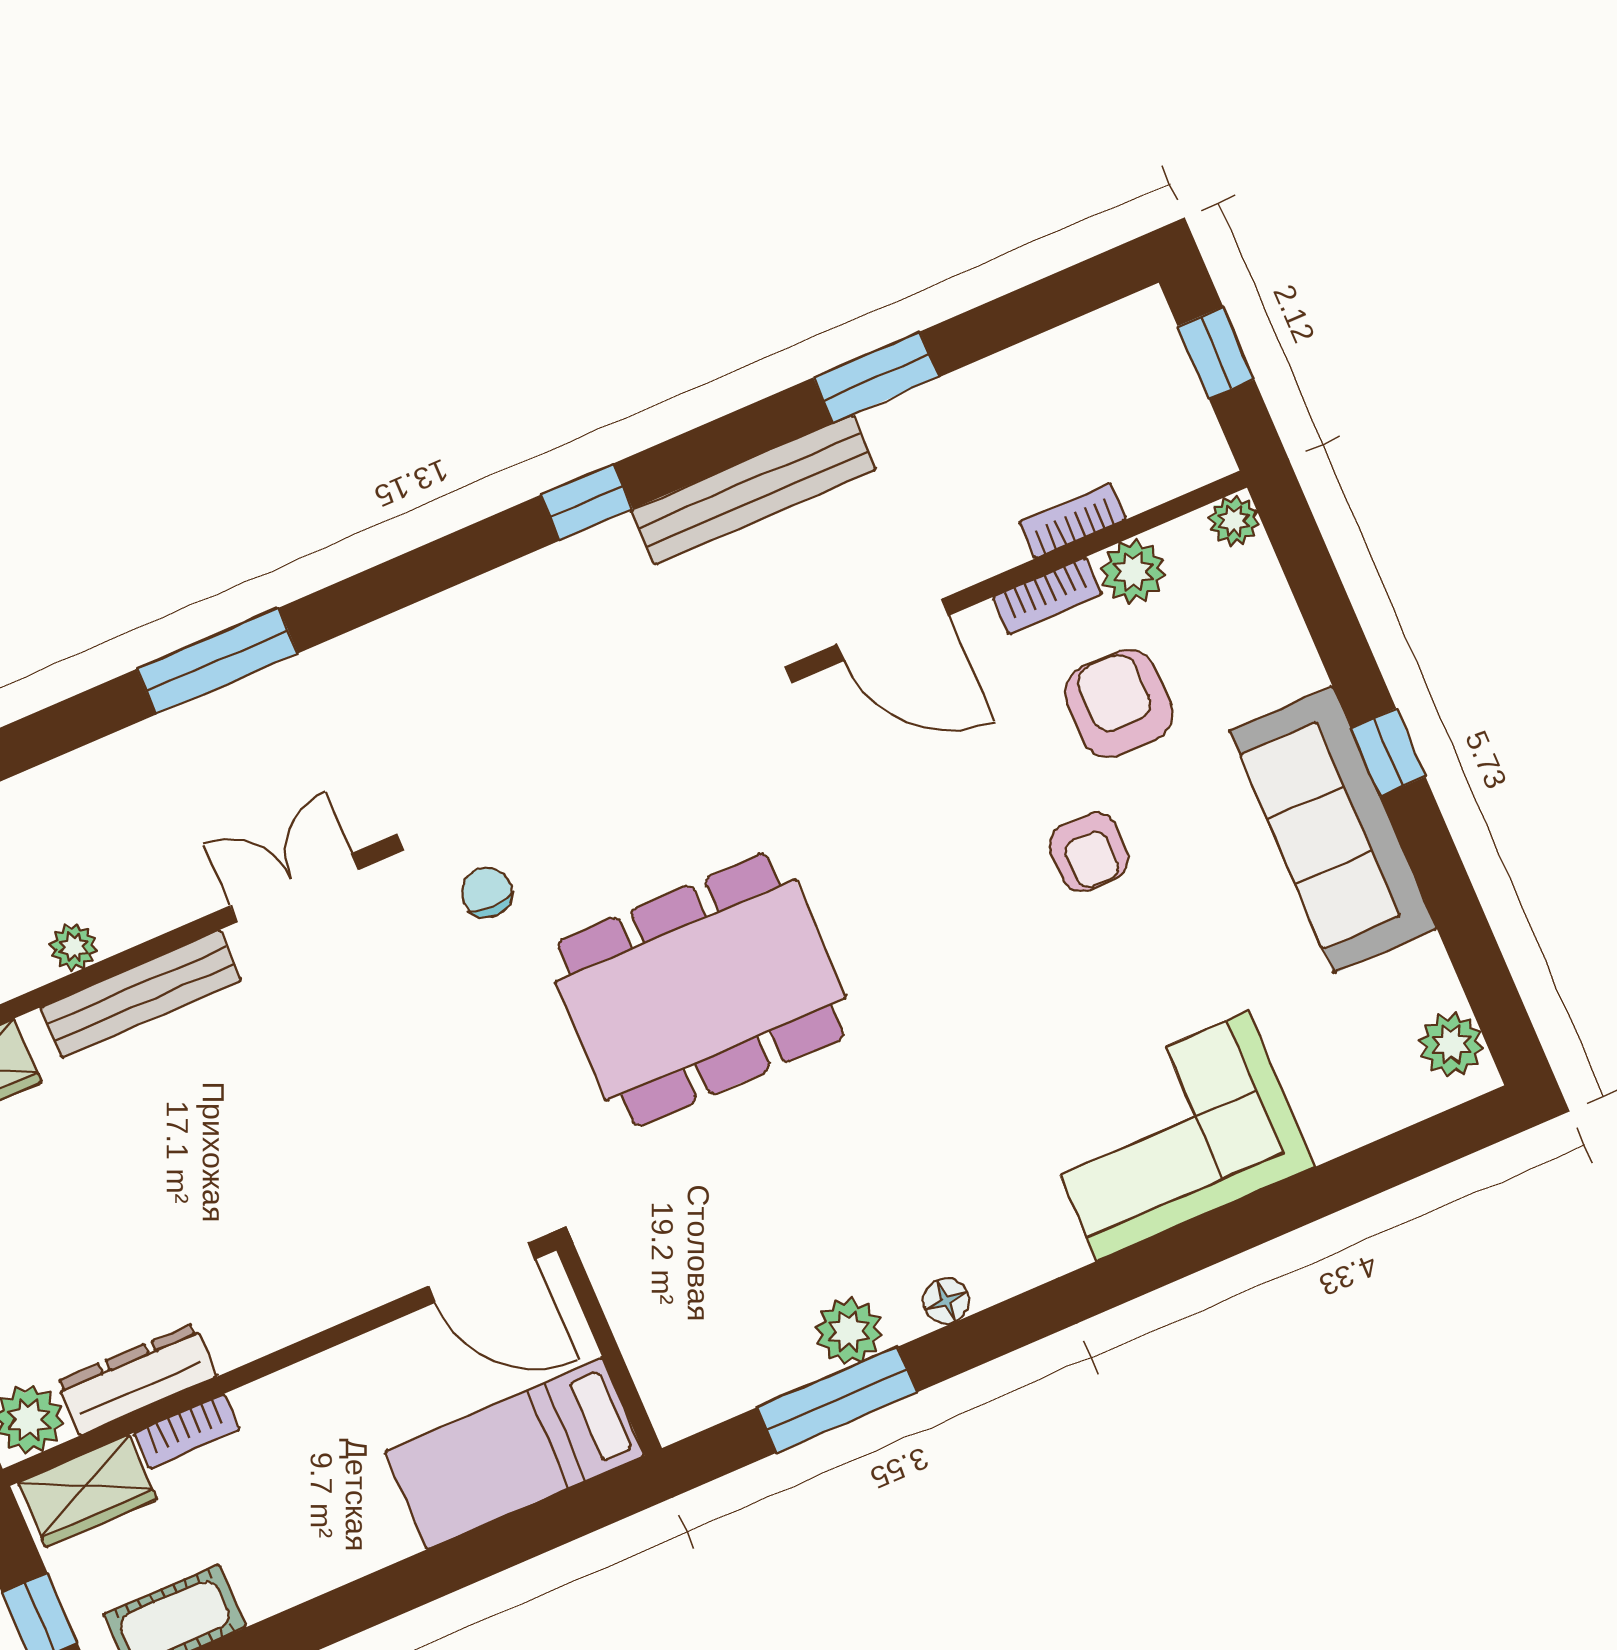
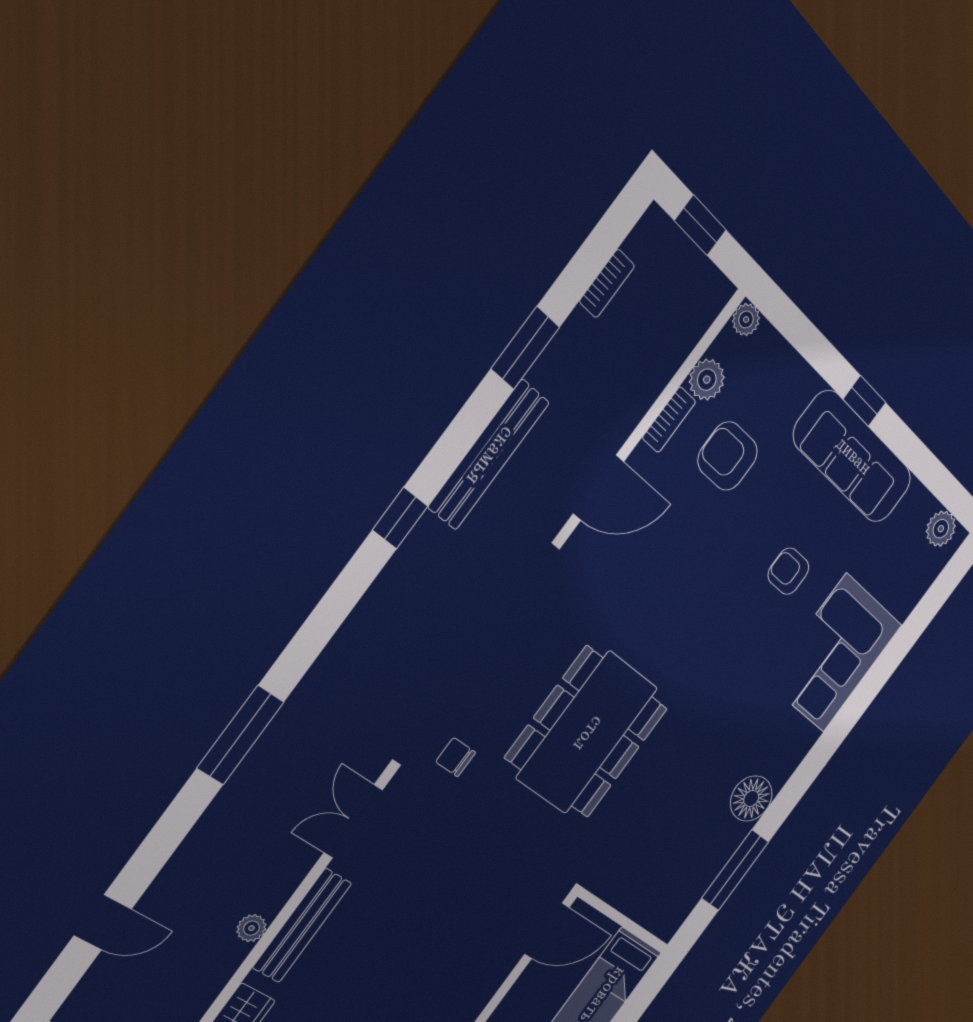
bookcase: (1073, 521) -> (607, 284), moved, turned 180
armchair: (1089, 852) -> (788, 571), moved, turned 180
floor lamp: (946, 1301) -> (751, 798), width x1.89, depth x1.89
plant: (849, 1331) -> (727, 838), removed

